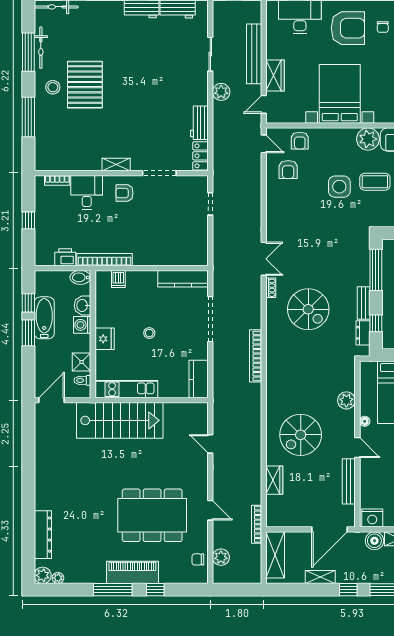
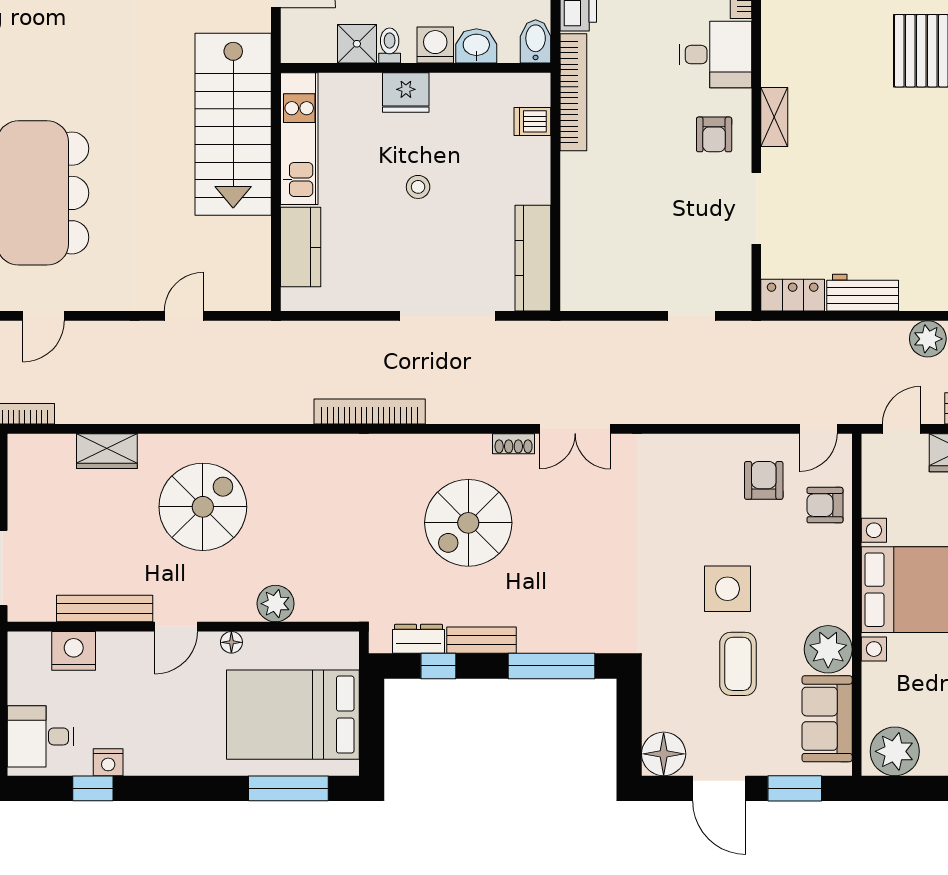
door: (264, 104) -> (902, 429), hinge flipped
armchair: (288, 169) -> (764, 480), turned 90
armchair: (124, 193) -> (714, 134), turned 180
kitchen counter: (199, 379) -> (301, 247), moved, turned 90
toilet: (82, 380) -> (390, 45), moved
spiral stairs: (301, 435) -> (203, 507), turned 90
nightstand: (372, 518) -> (74, 651), moved, turned 90

